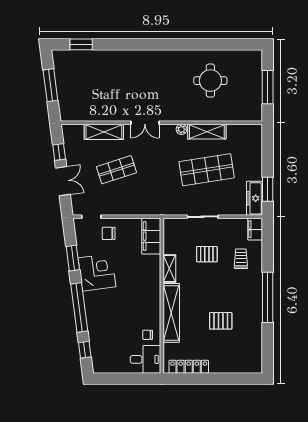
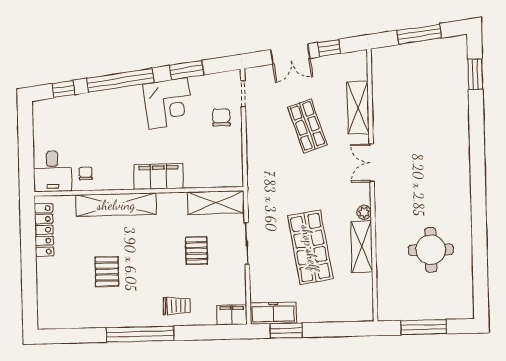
filing cabinet: (151, 236) -> (159, 176), moved
trolley: (241, 259) -> (177, 306), moved
shelving: (169, 268) -> (216, 203), moved, width x1.50, depth x1.33

